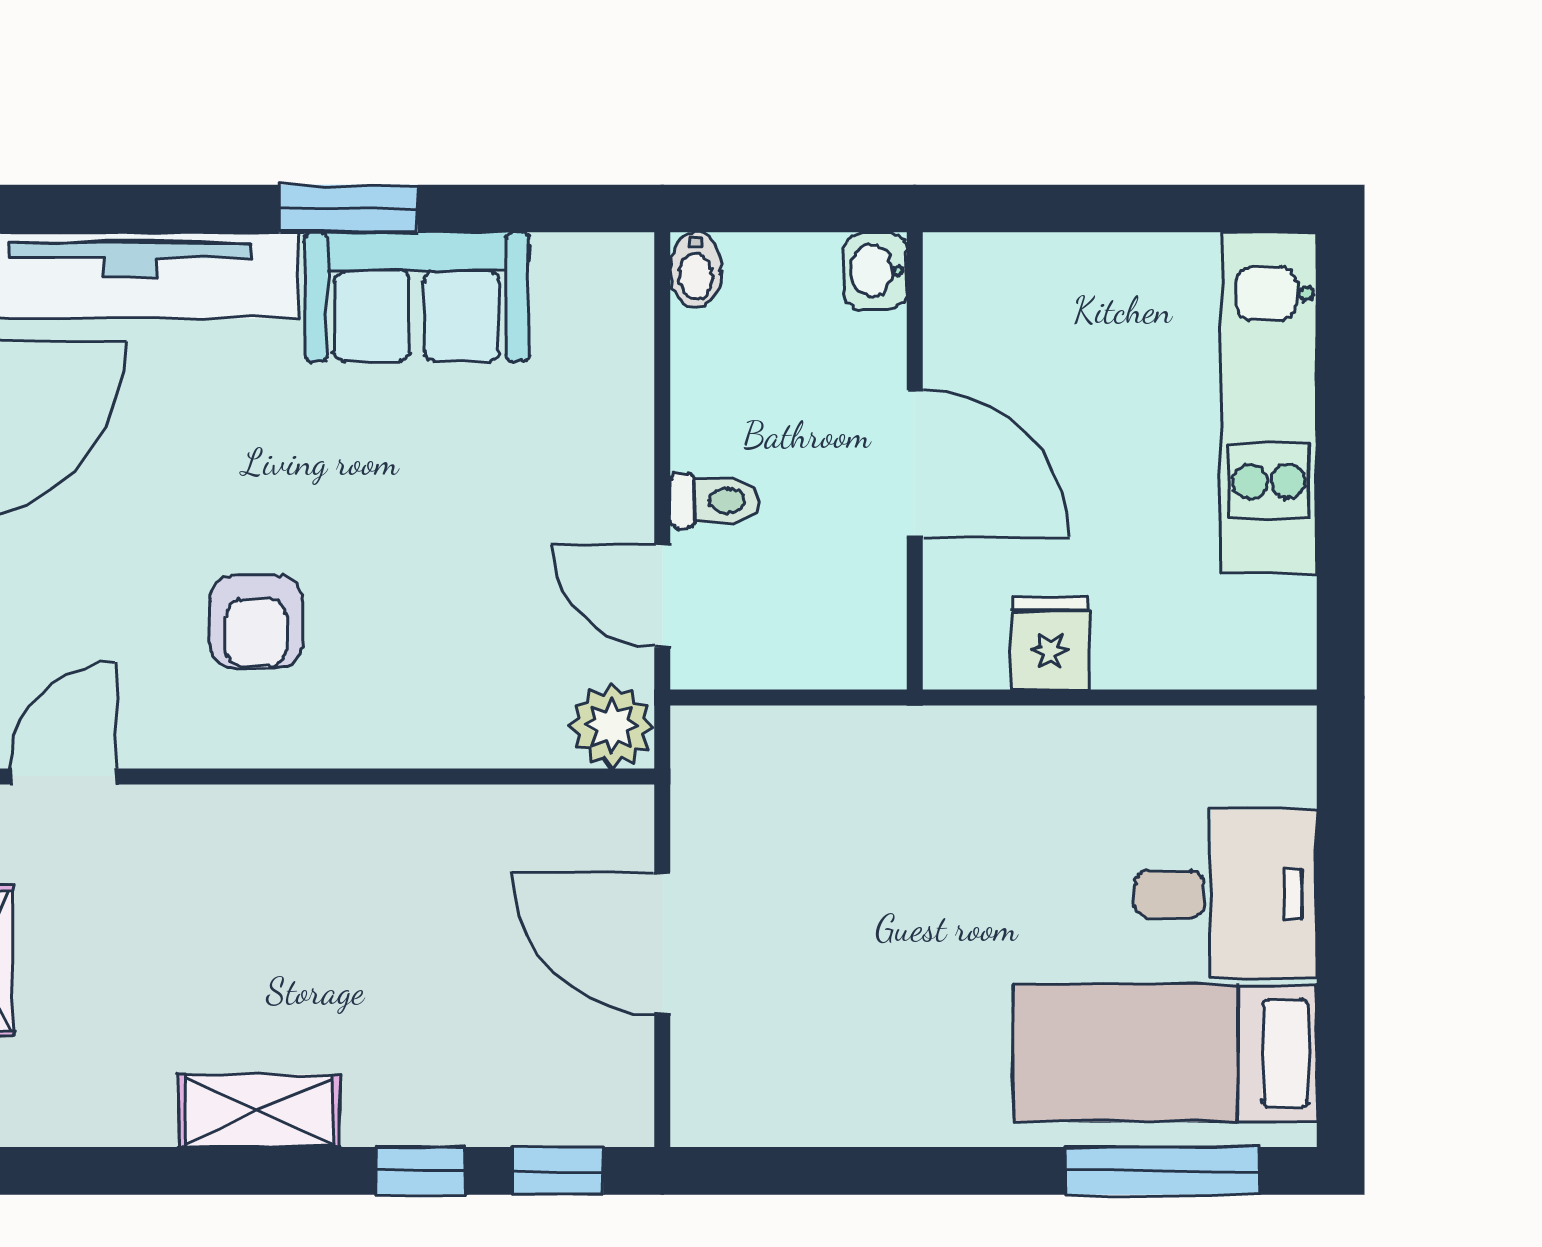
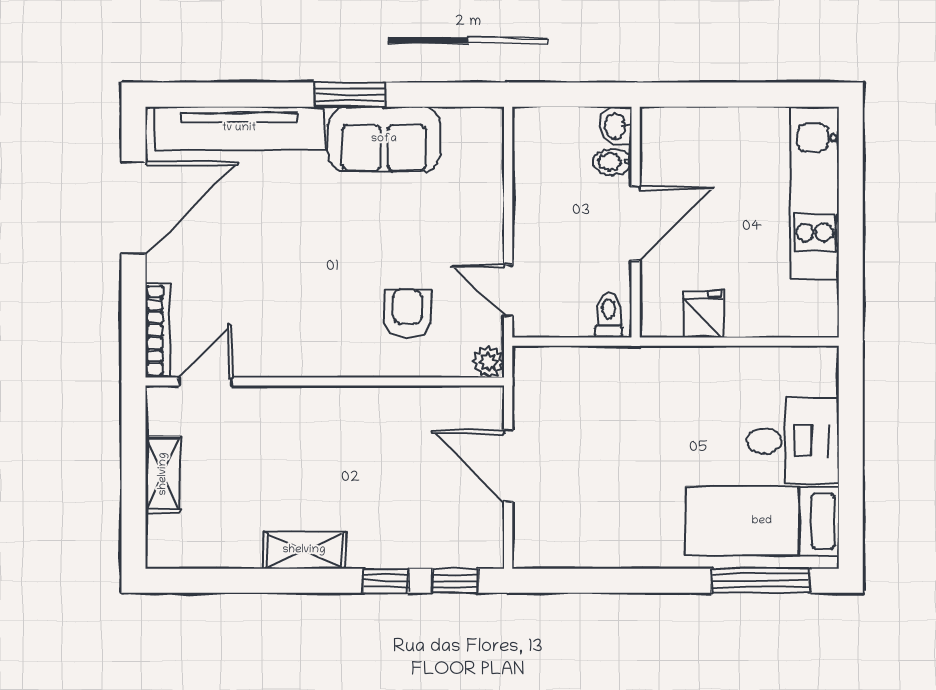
bidet: (696, 270) -> (612, 162), moved, turned 90
door: (915, 464) -> (636, 224), hinge flipped
toilet: (715, 501) -> (609, 315), moved, turned -90
armchair: (256, 622) -> (407, 314), moved, turned 180
plant: (612, 726) -> (488, 362), width x0.73, depth x0.73

